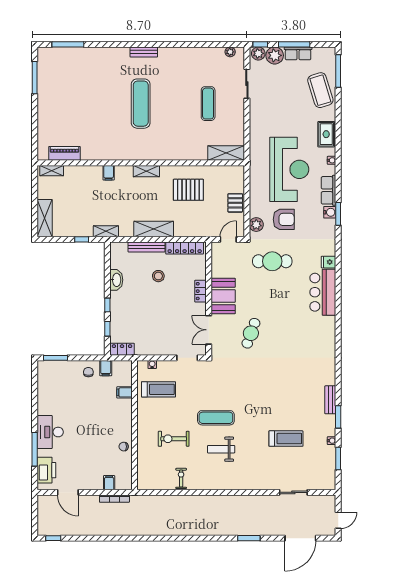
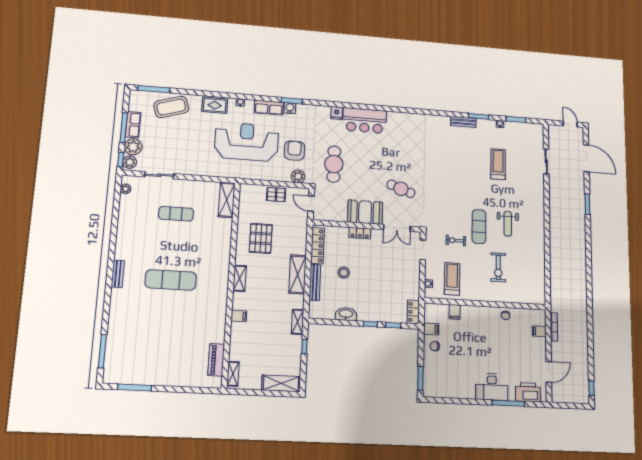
exercise bike: (181, 478) -> (456, 240), moved

